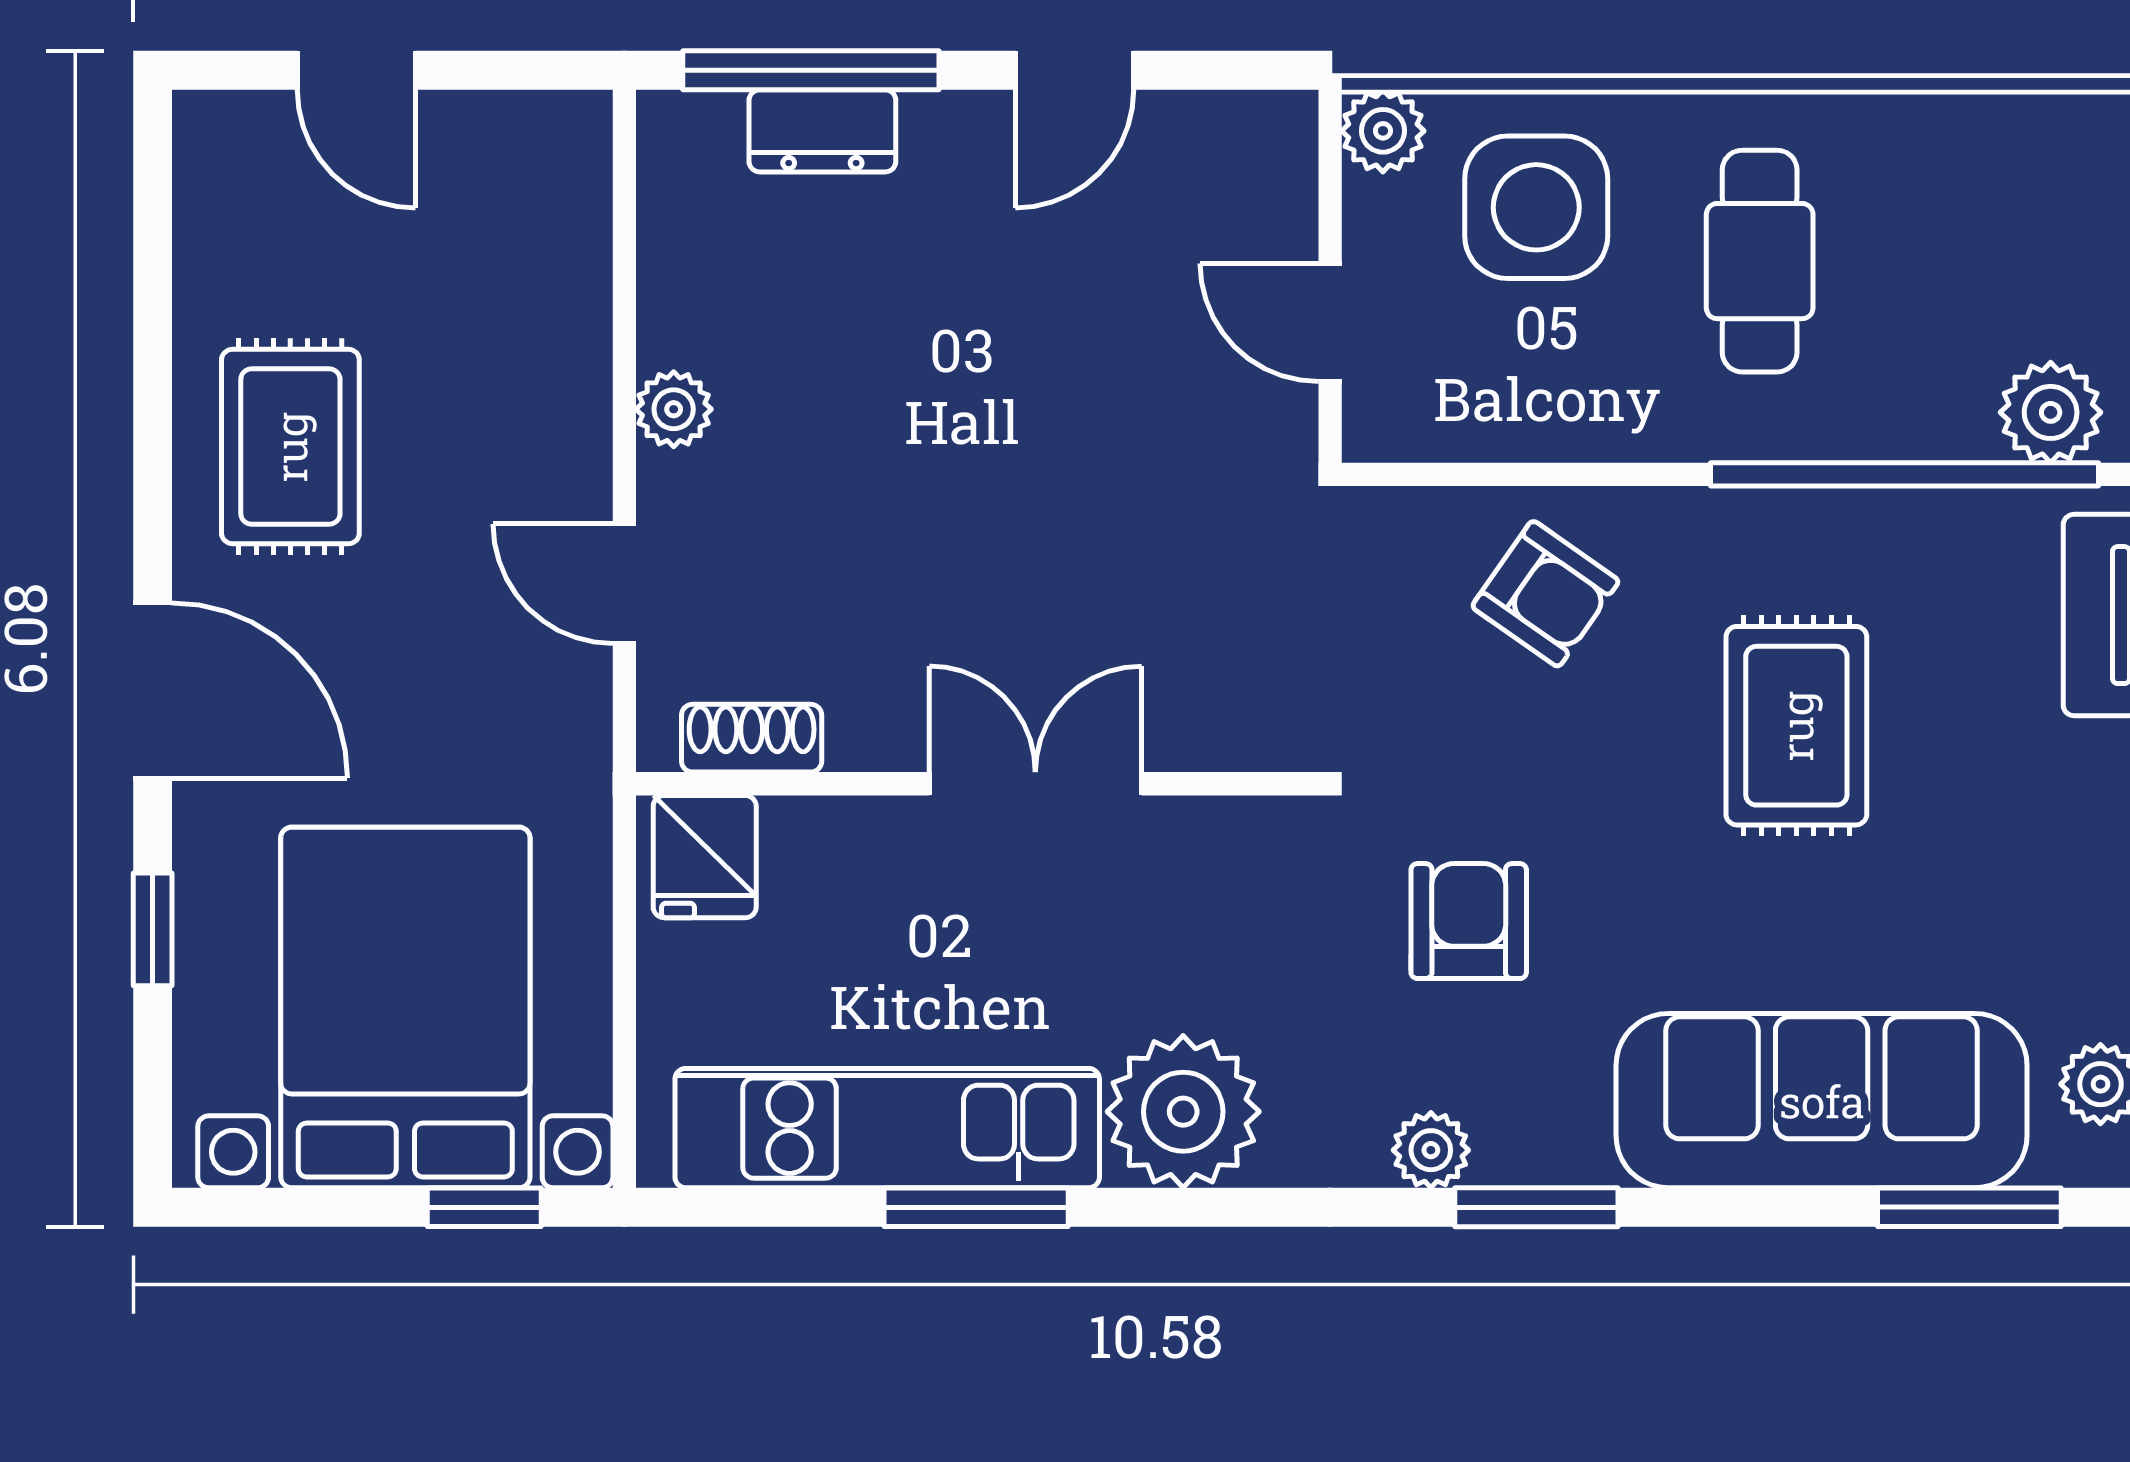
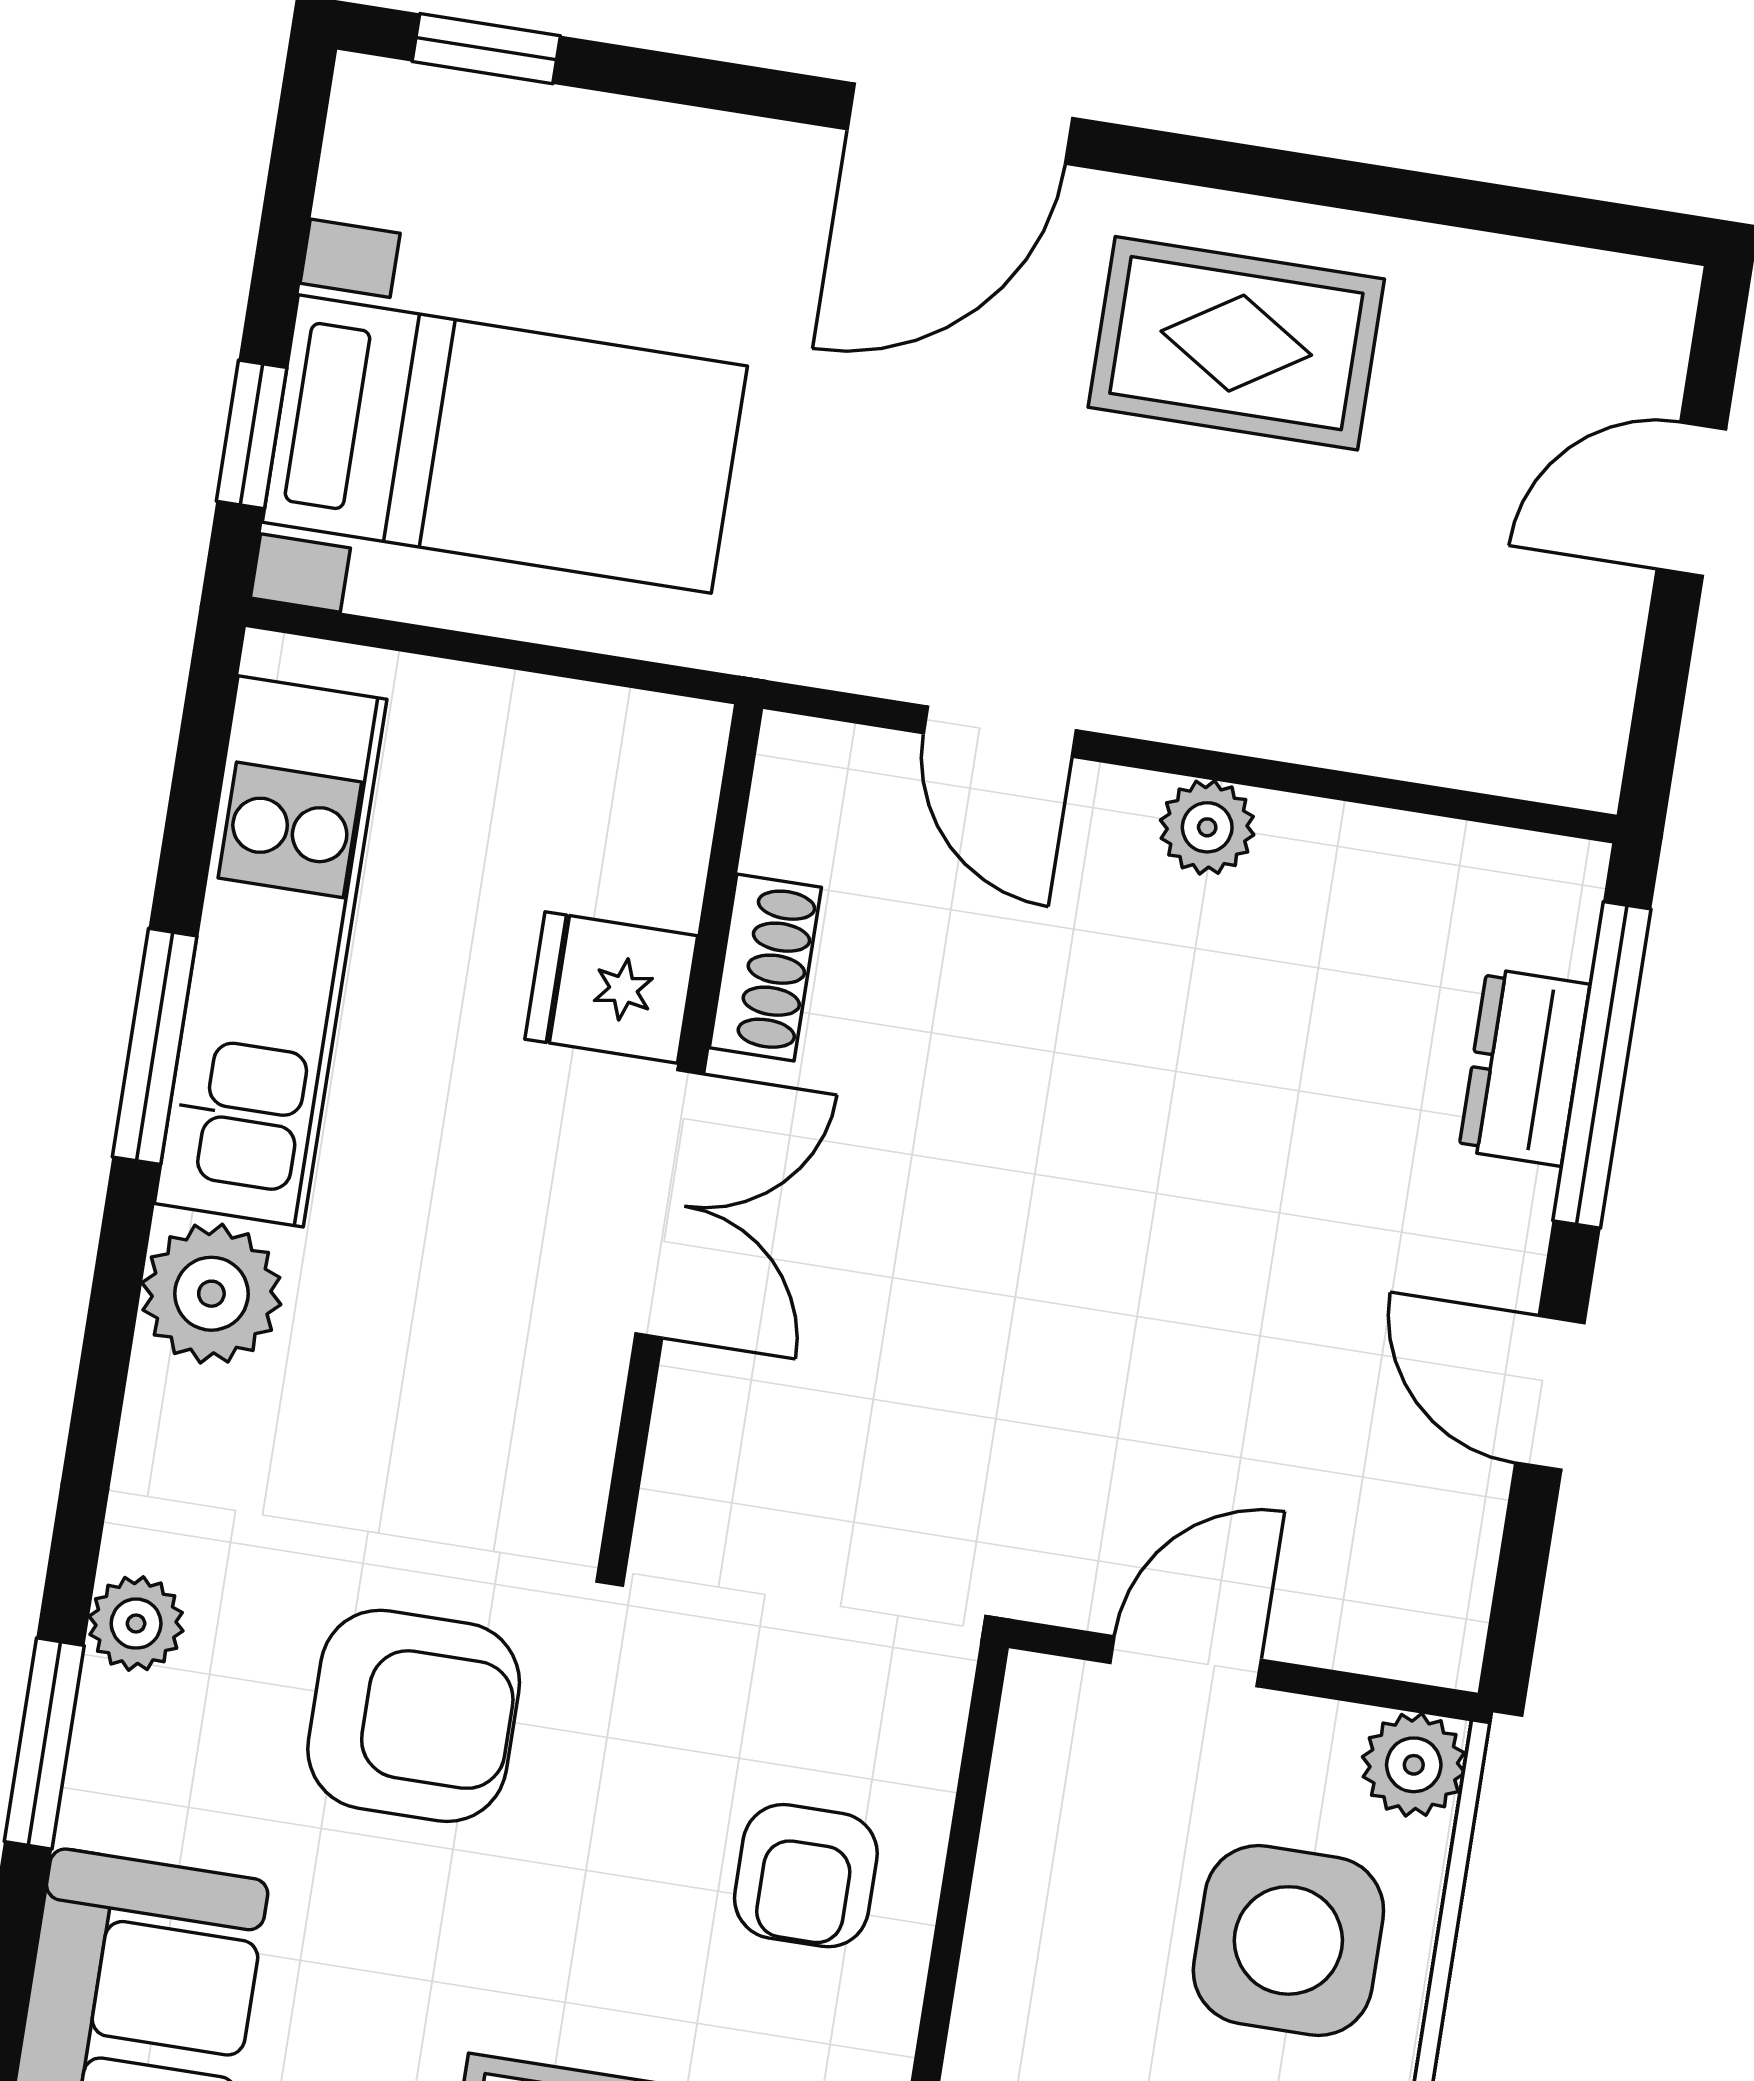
door: (624, 584) -> (1000, 732), swing flipped
armchair: (1545, 594) -> (806, 1876), turned -35
shoe rack: (752, 738) -> (765, 967), moved
fridge: (705, 857) -> (611, 987), moved
armchair: (1469, 921) -> (414, 1716), width x1.38, depth x1.38
window: (153, 929) -> (486, 49), moved
bed with nightstands: (405, 1007) -> (505, 444), width x0.73
plant: (1183, 1112) -> (211, 1294), width x0.73, depth x0.73

